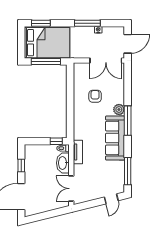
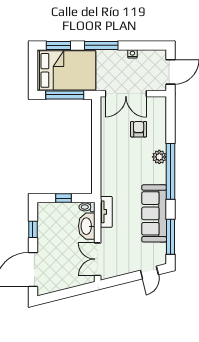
window: (87, 23) -> (101, 45), moved
double door: (106, 60) -> (126, 94), moved
armchair: (95, 96) -> (139, 129), moved
window: (128, 121) -> (170, 171), width x1.46
sofa: (115, 138) -> (154, 213), moved
window: (56, 141) -> (64, 198), moved

